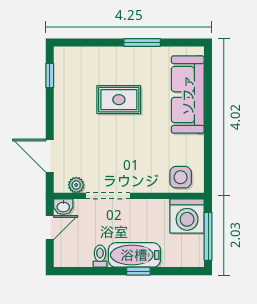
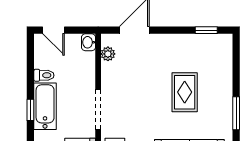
doorway: (108, 196) -> (98, 109), moved
door: (50, 228) -> (54, 30), moved

